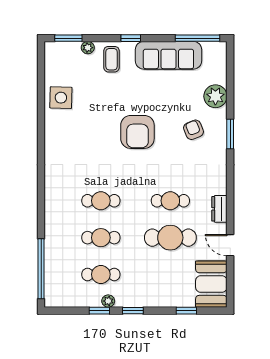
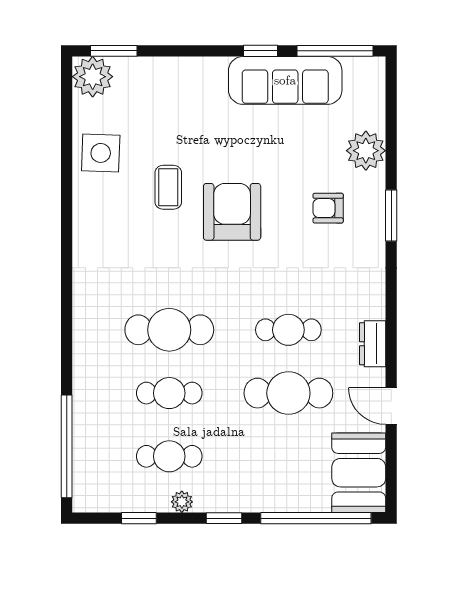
window: (131, 38) -> (261, 51), moved
plant: (88, 48) -> (93, 77), moved, width x1.88, depth x1.88
coffee table: (111, 59) -> (168, 187), moved
armchair: (194, 130) -> (328, 208), turned -68
armchair: (137, 132) -> (232, 212), turned 180
cafe table: (101, 201) -> (169, 330), width x1.37, depth x1.35
window: (99, 311) -> (139, 518), moved
window: (186, 311) -> (316, 518), width x3.17

